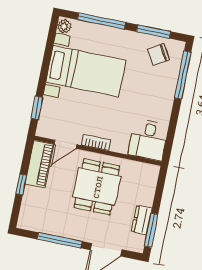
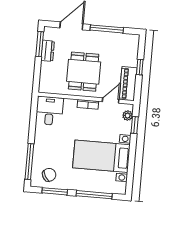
plant: (64, 26) -> (128, 116), moved

